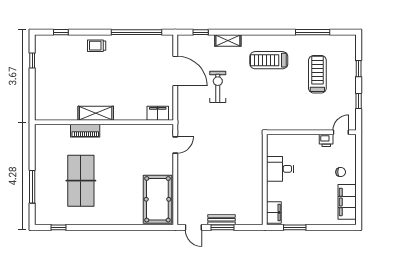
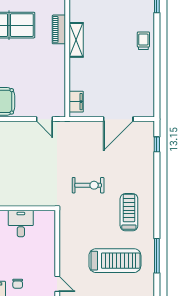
window: (136, 32) -> (157, 80), removed
shelving: (228, 40) -> (149, 171), removed
treadmill: (317, 74) -> (115, 261), width x1.37, depth x1.38
exercise bike: (218, 87) -> (88, 185), moved
printer: (326, 140) -> (49, 269), removed

